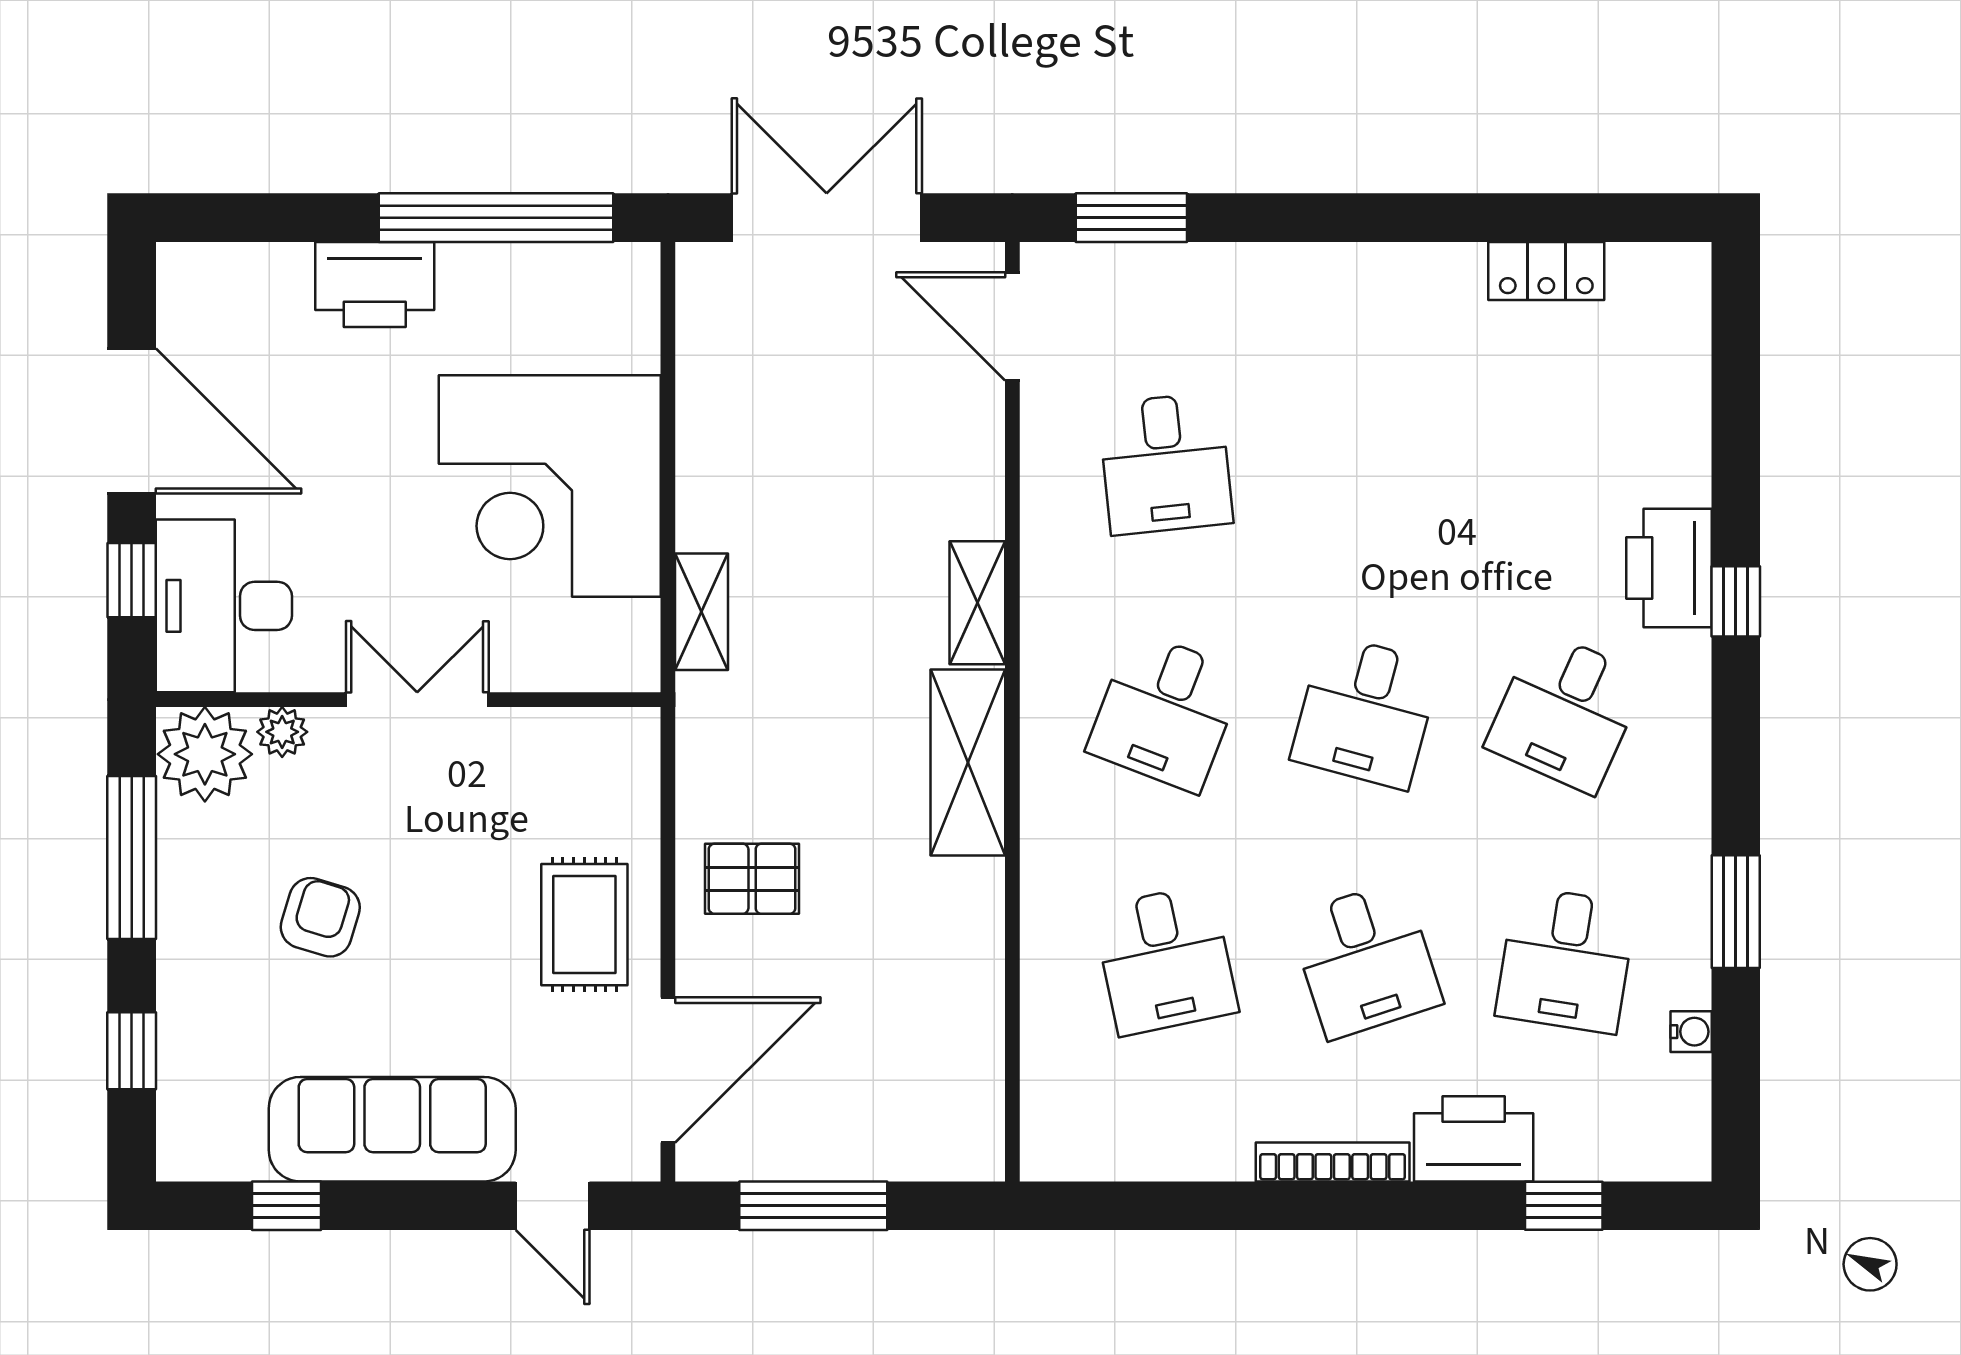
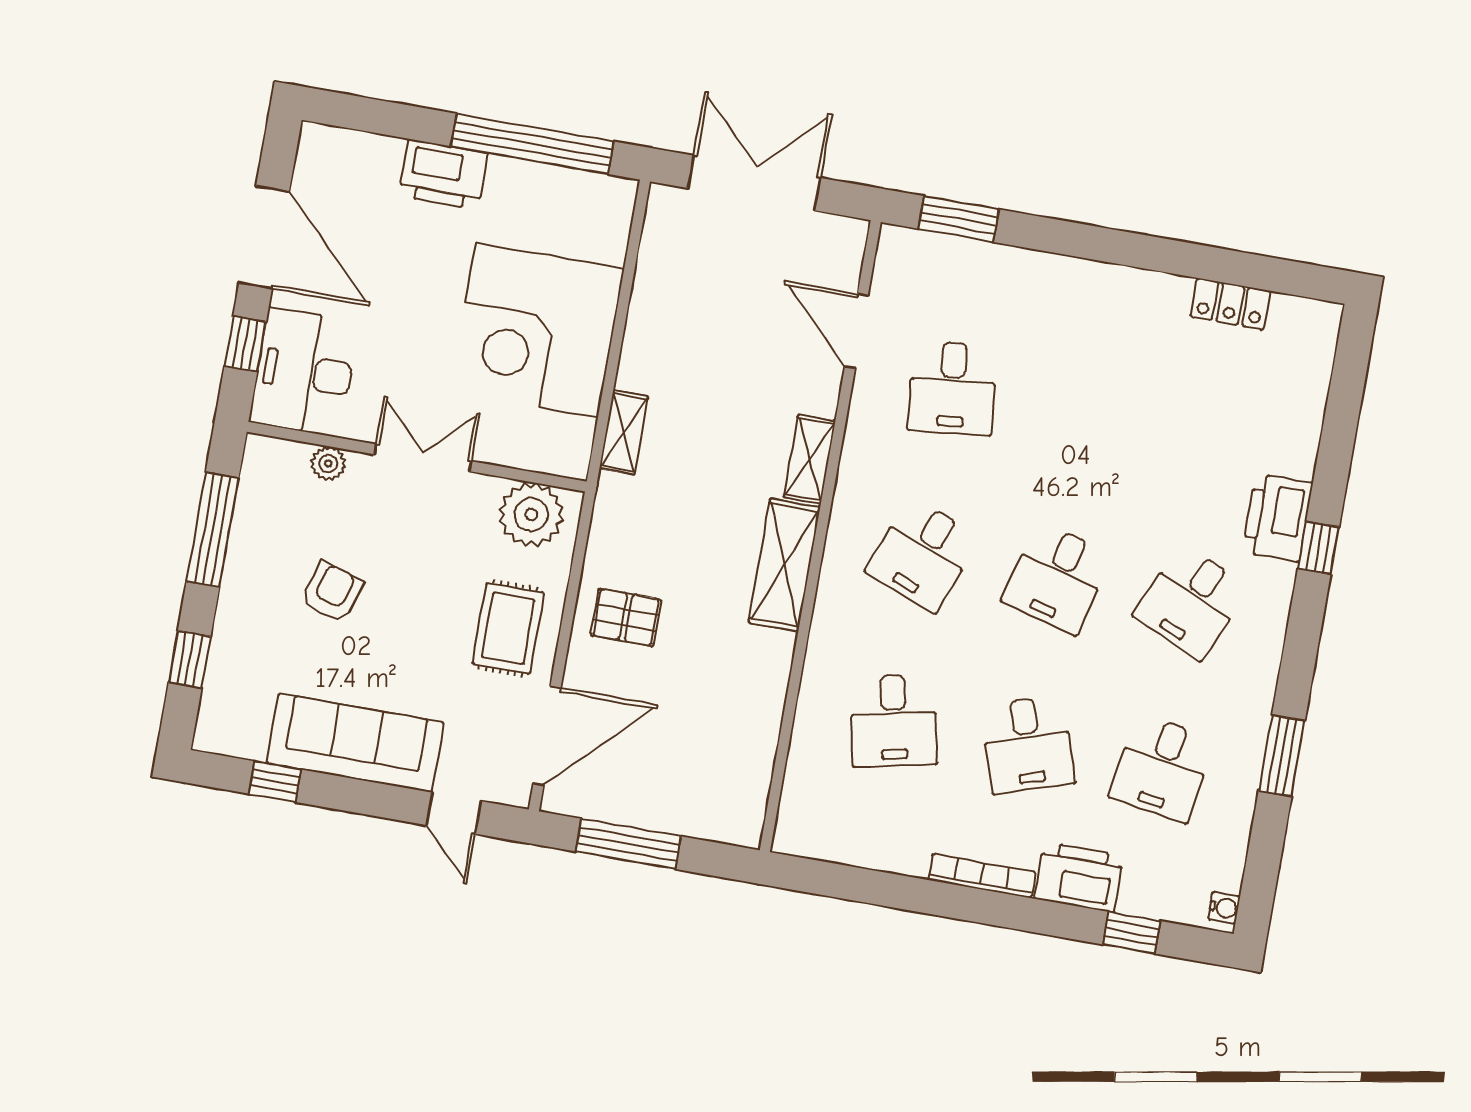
door: (1012, 326) -> (856, 331), moved
plant: (205, 754) -> (531, 515), moved
water cooler: (1691, 1032) -> (1224, 908), moved

